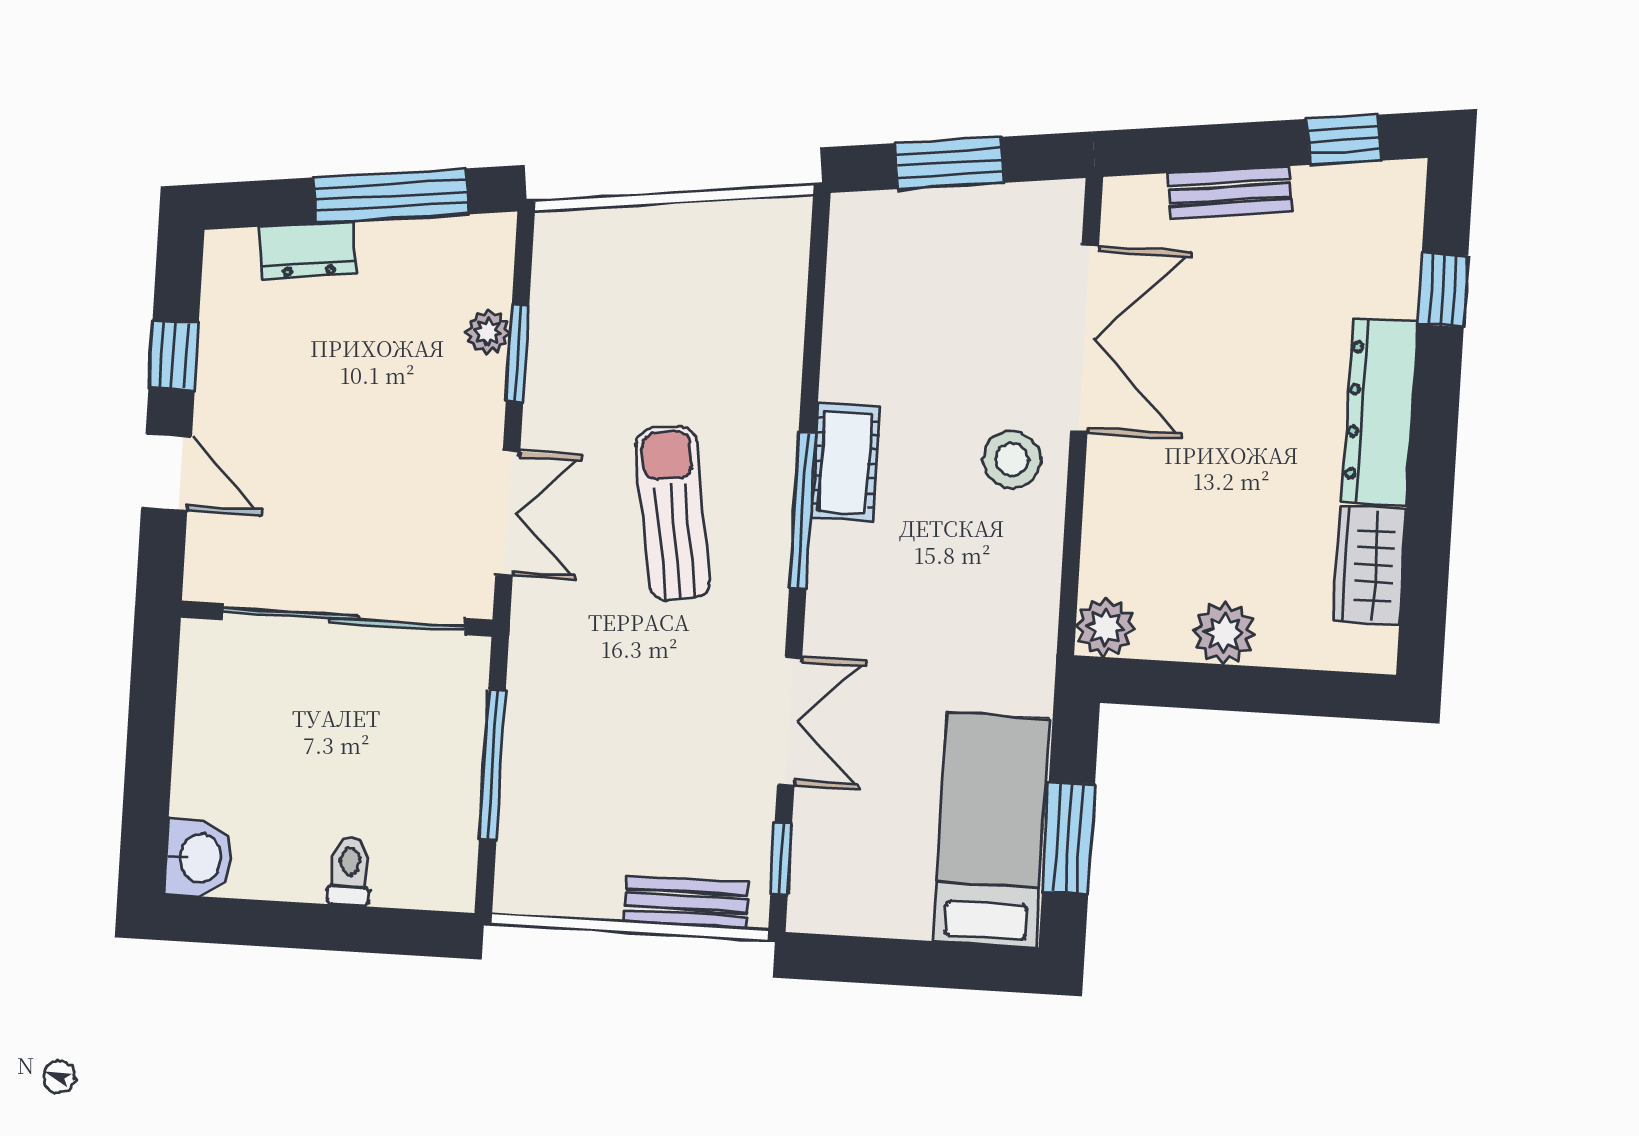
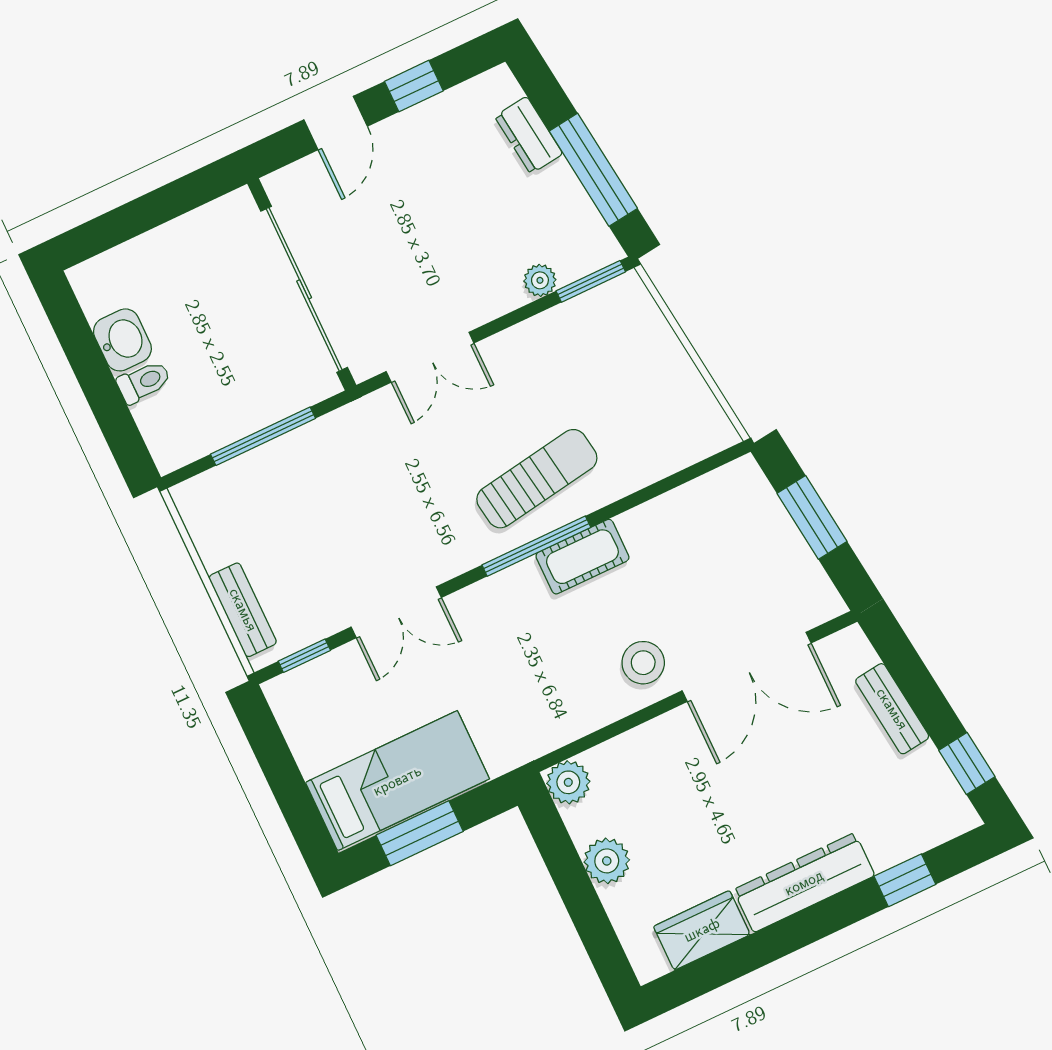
window: (517, 353) -> (591, 281), moved
sun lounger: (673, 513) -> (537, 479), moved
washbasin: (199, 858) -> (122, 340), moved, turned -90

